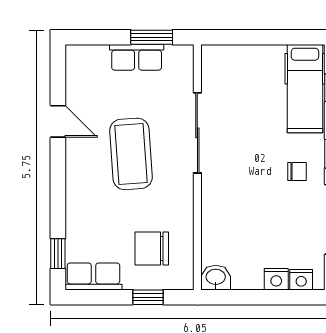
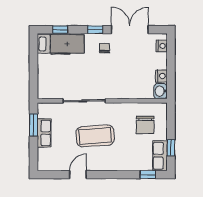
nightstand: (276, 279) -> (161, 76), moved
window: (148, 297) -> (171, 148), moved

